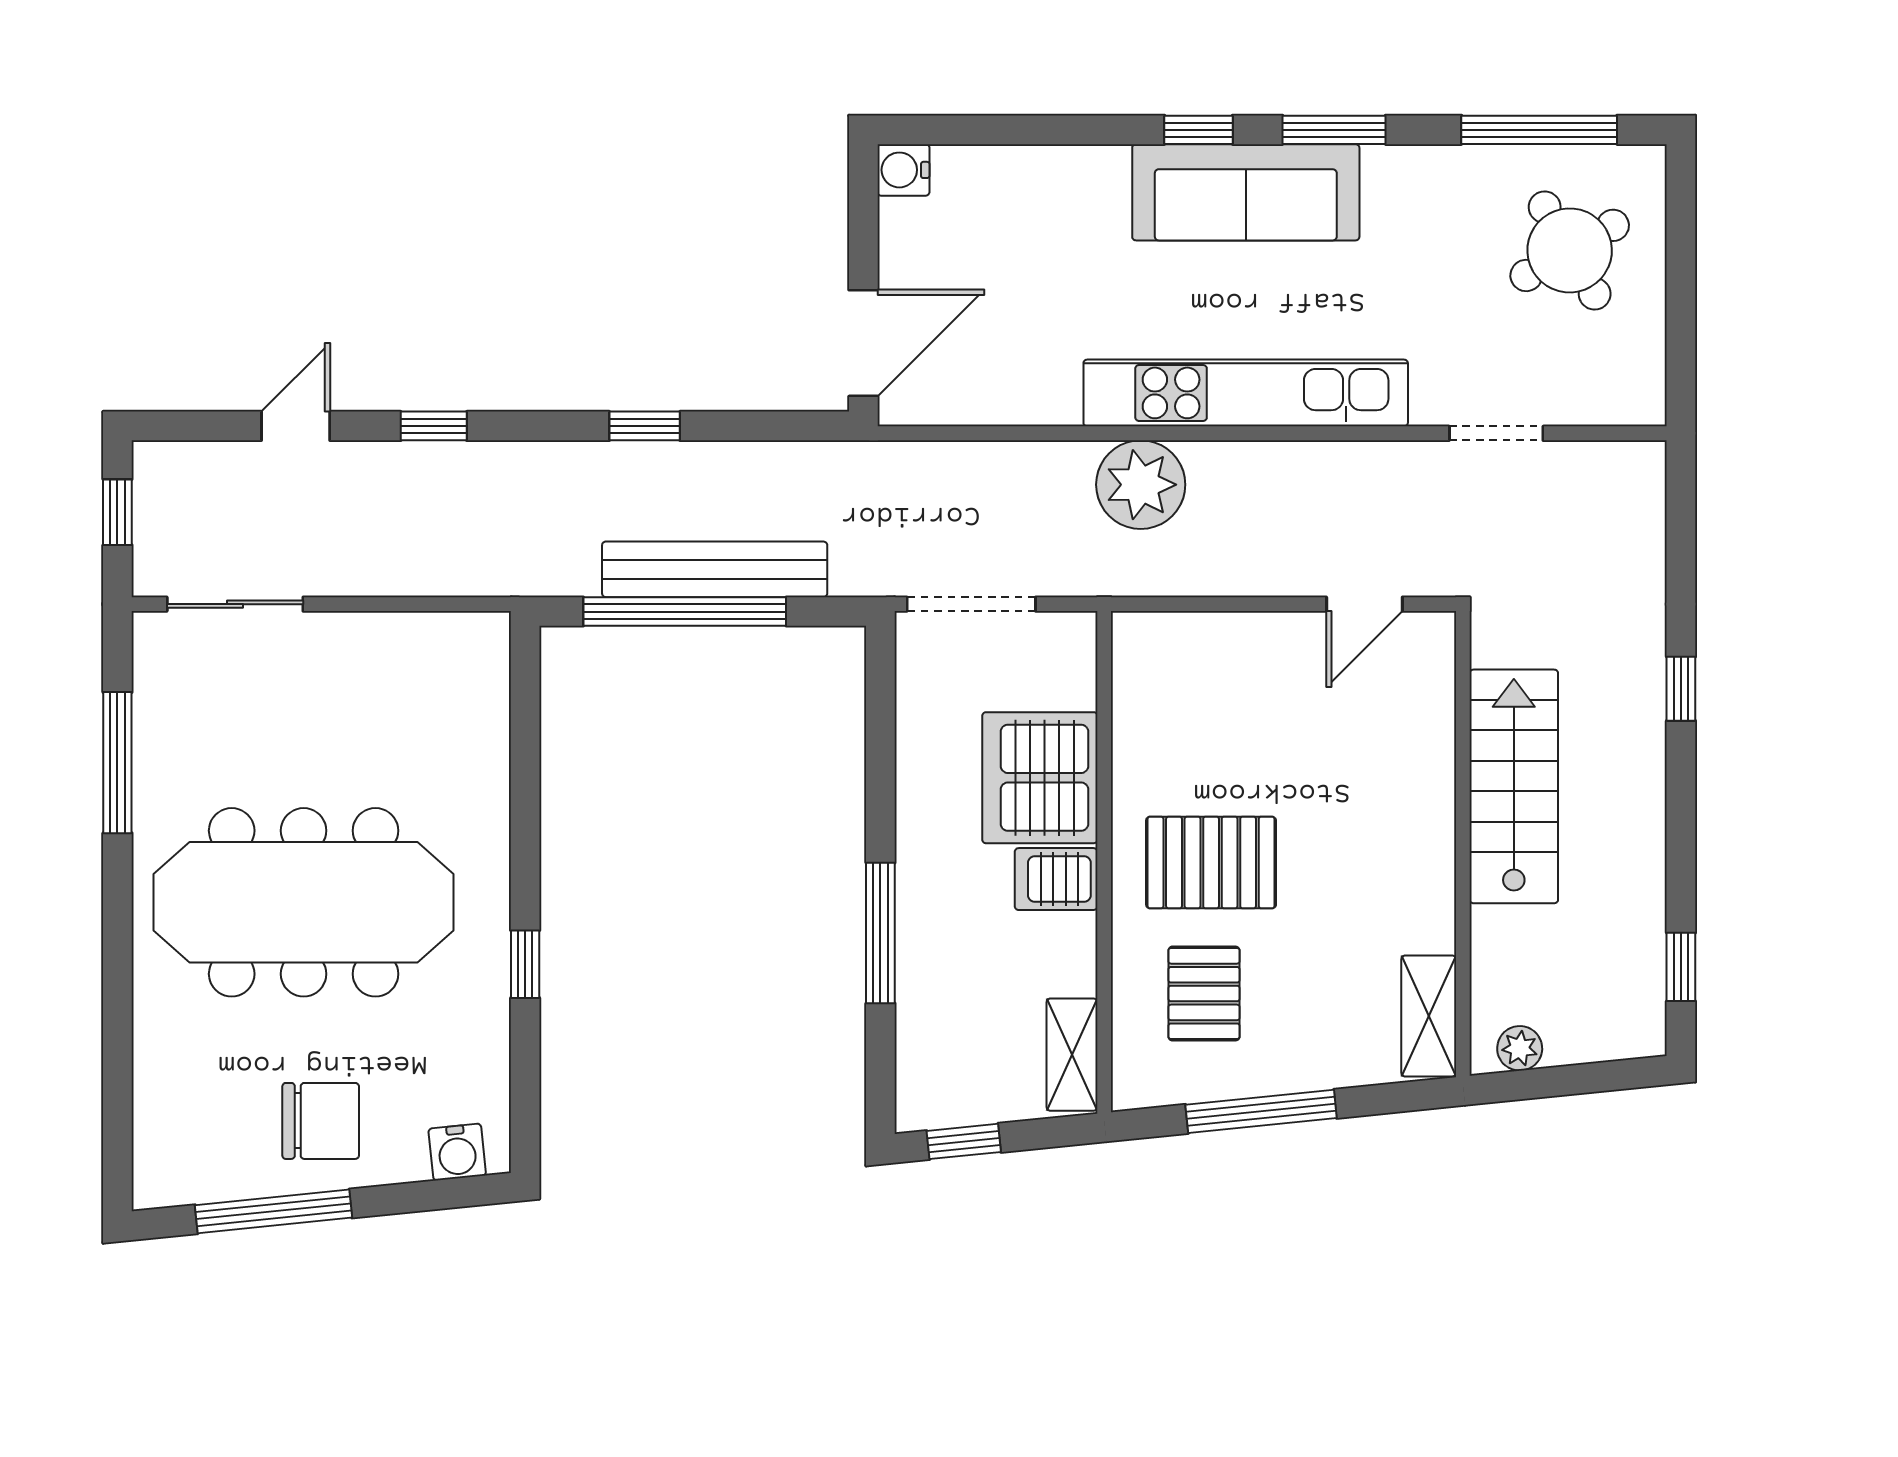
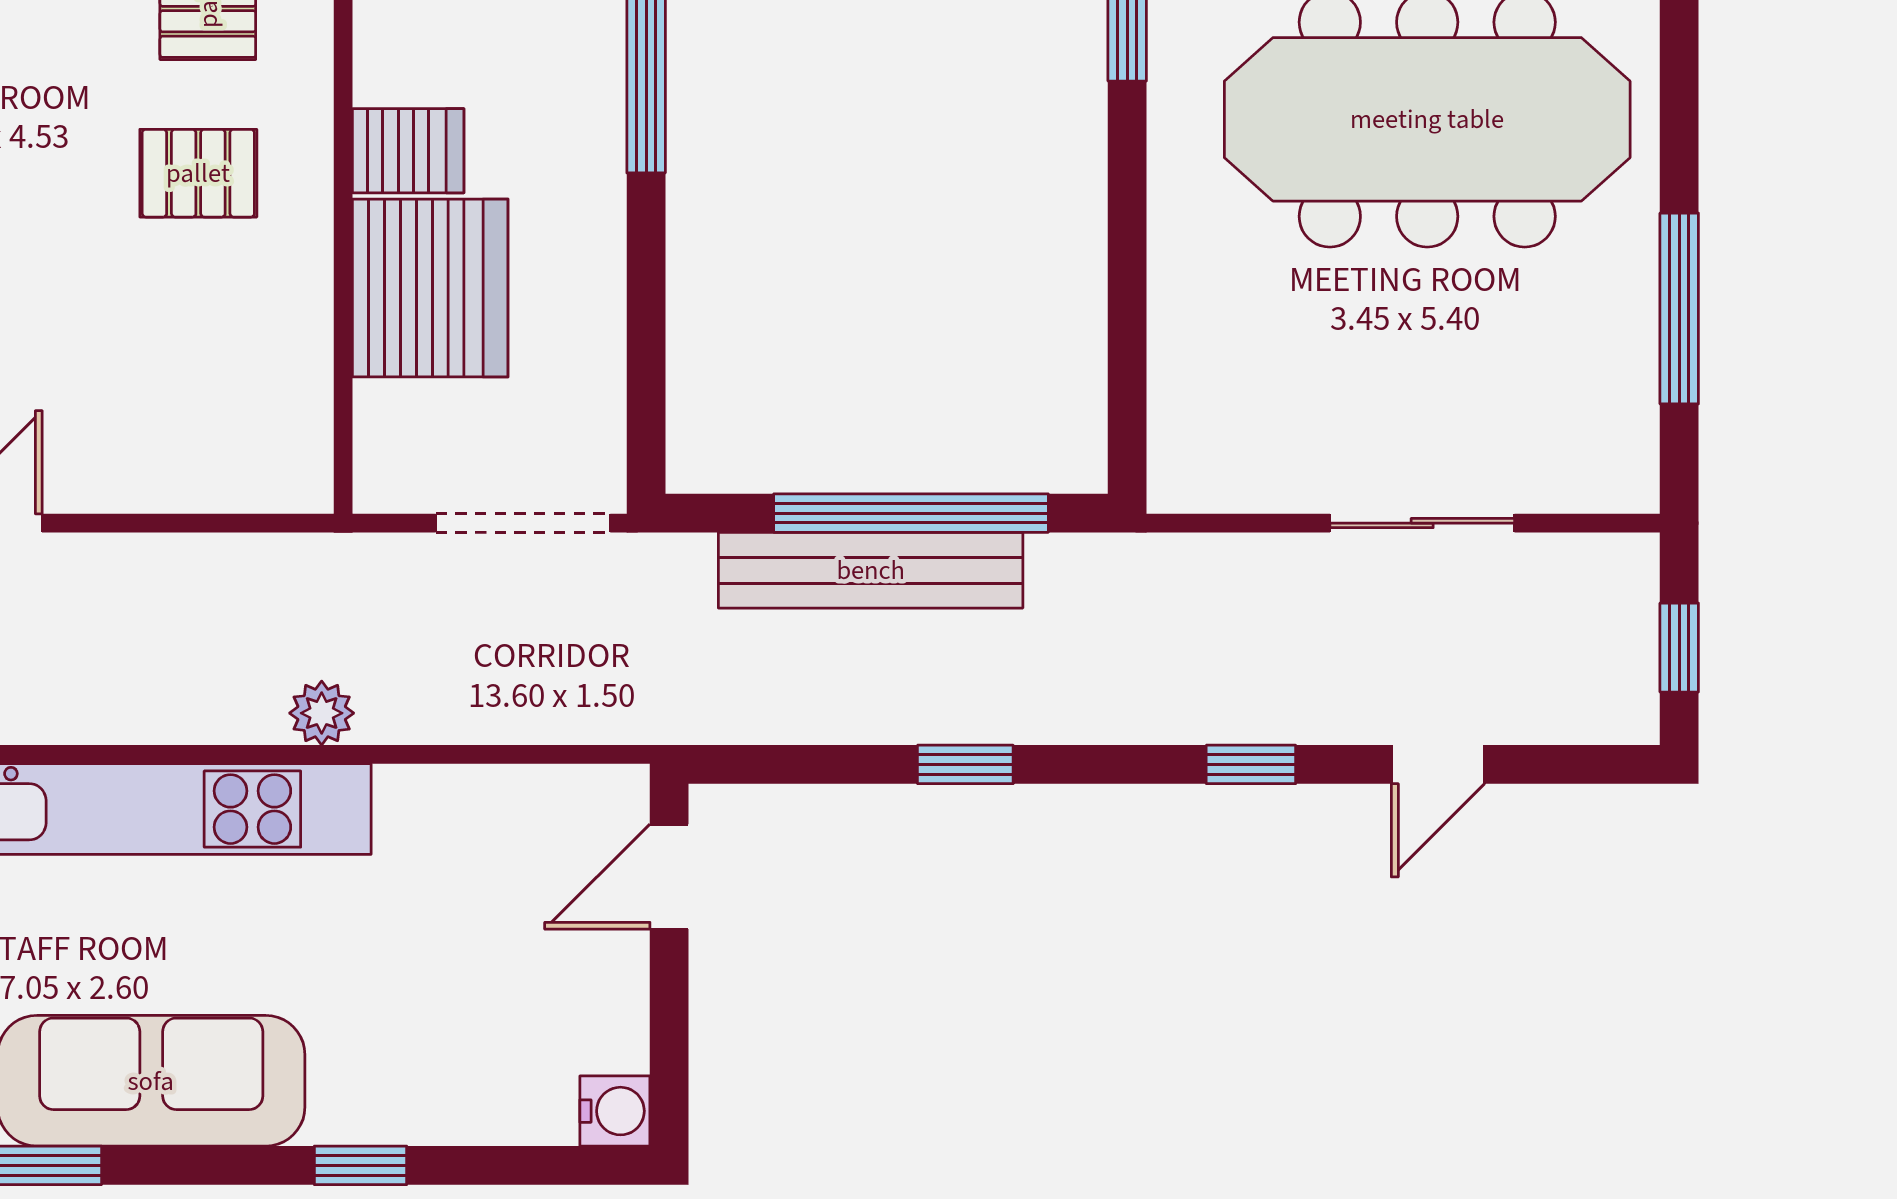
window: (1198, 130) -> (361, 1165), moved
door: (863, 343) -> (669, 877), width x0.73
plant: (1141, 485) -> (322, 713), width x0.53, depth x0.53
sliding door: (235, 604) -> (1422, 523), moved
pallet: (1211, 863) -> (198, 173), width x0.67, depth x0.71

